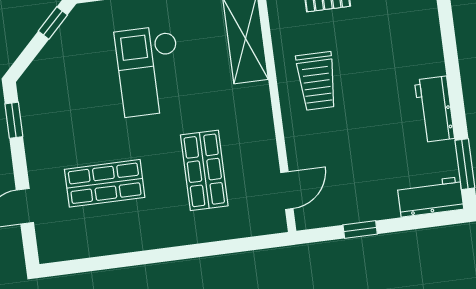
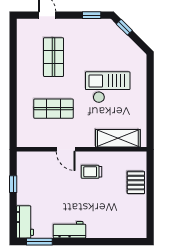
window: (53, 23) -> (124, 27), moved
trolley: (317, 81) -> (92, 172), width x0.73, depth x0.72
door: (287, 191) -> (66, 149), moved

